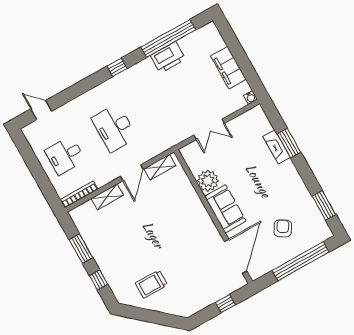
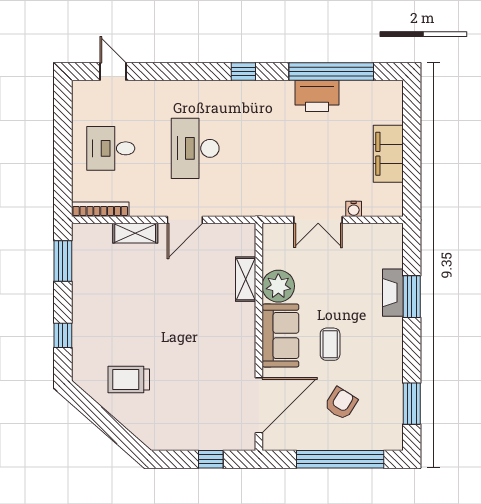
water cooler: (251, 97) -> (354, 209), moved
shelving: (160, 167) -> (246, 279), moved, turned 90
coffee table: (257, 198) -> (330, 344), added
window: (81, 249) -> (63, 261), moved

